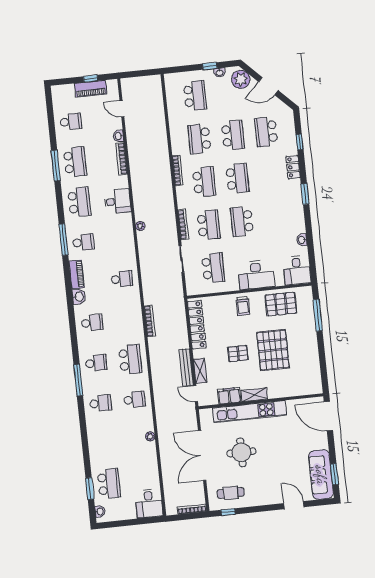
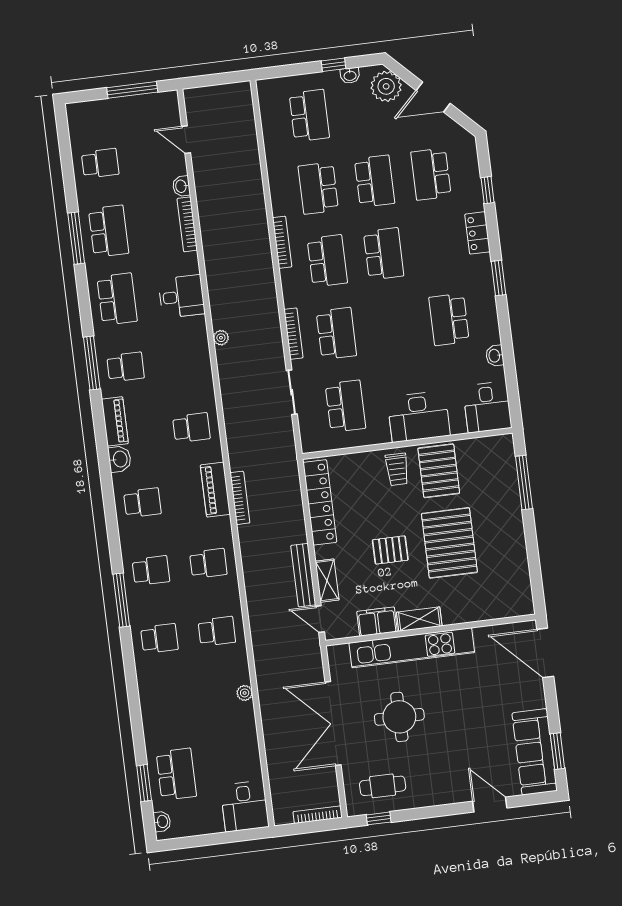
window: (91, 79) -> (132, 90), width x2.17
piano: (91, 89) -> (215, 490), moved, turned 90
school desk: (242, 221) -> (449, 319), moved
pallet: (281, 304) -> (439, 471), moved, turned 90
school desk: (130, 359) -> (208, 563), width x0.54

